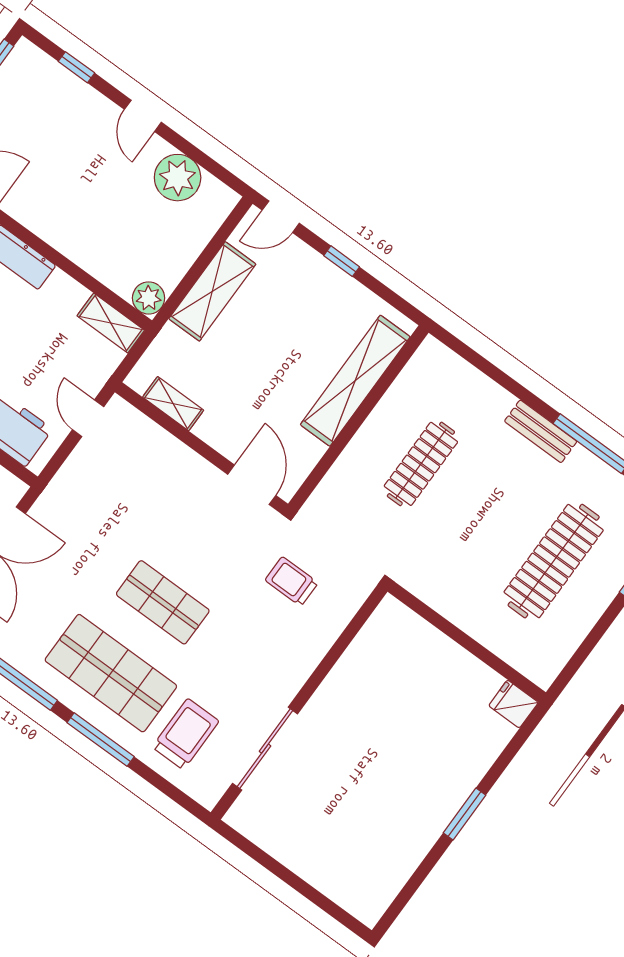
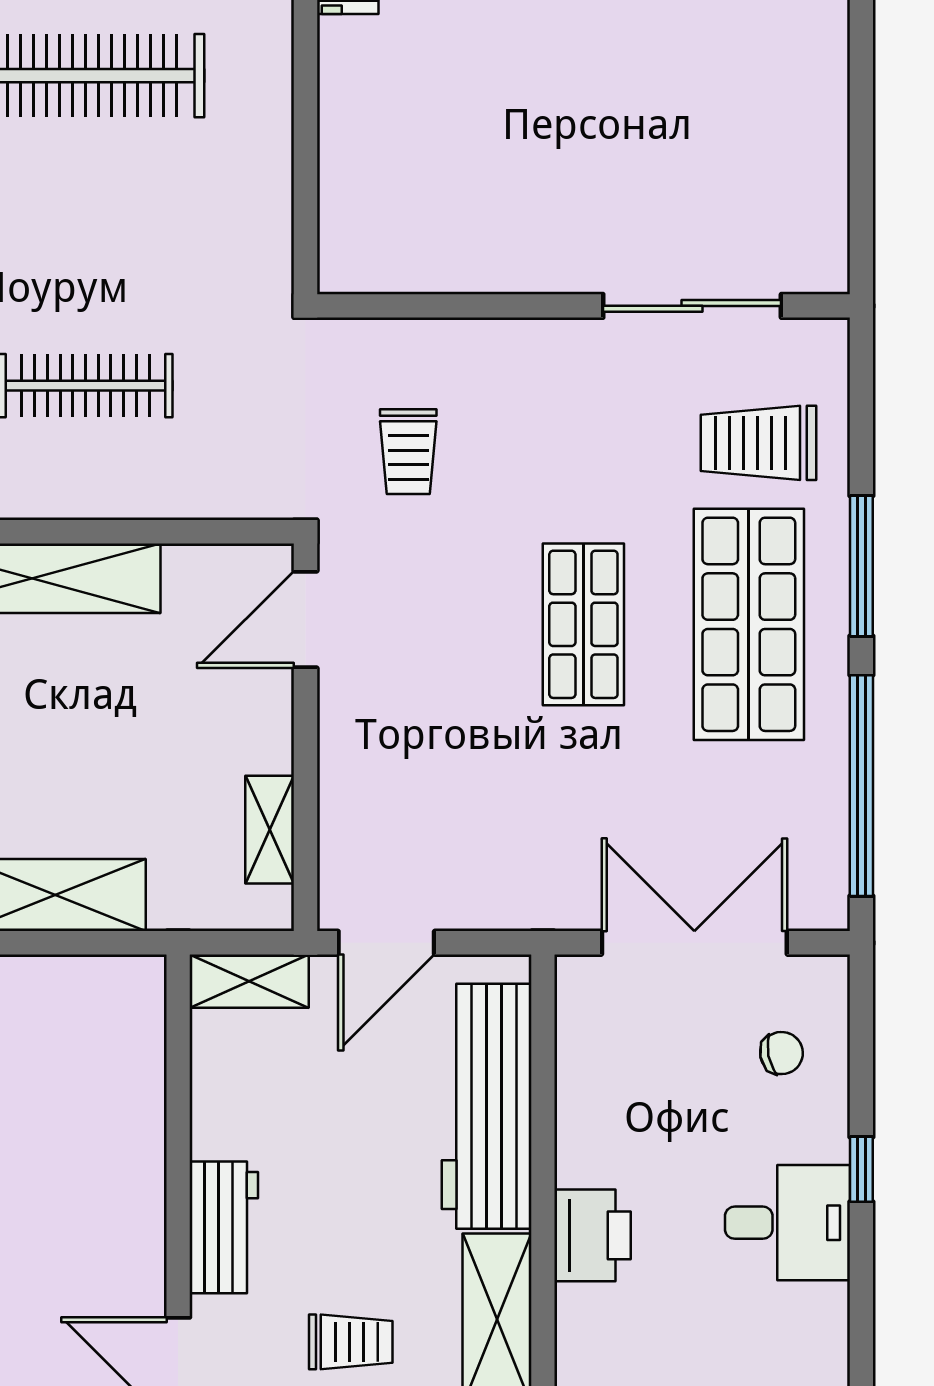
plant: (149, 298) -> (136, 985), removed
shelving: (111, 323) -> (249, 981), moved, turned 90
door: (88, 418) -> (386, 943), width x1.38

